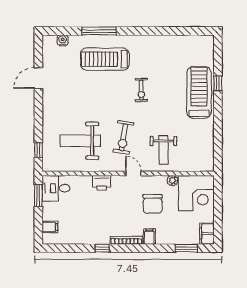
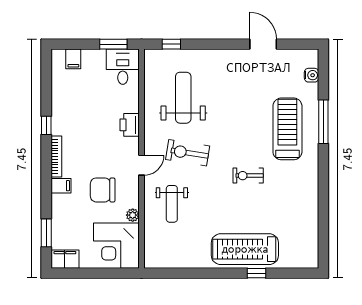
treadmill: (199, 92) -> (245, 249), turned 180
weight bench: (164, 150) -> (172, 204), turned -90

